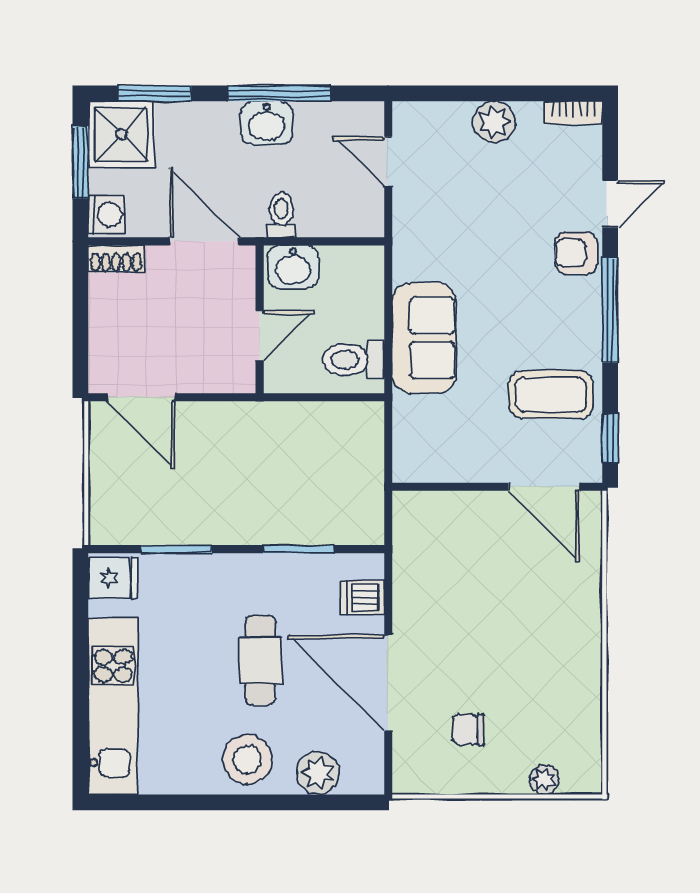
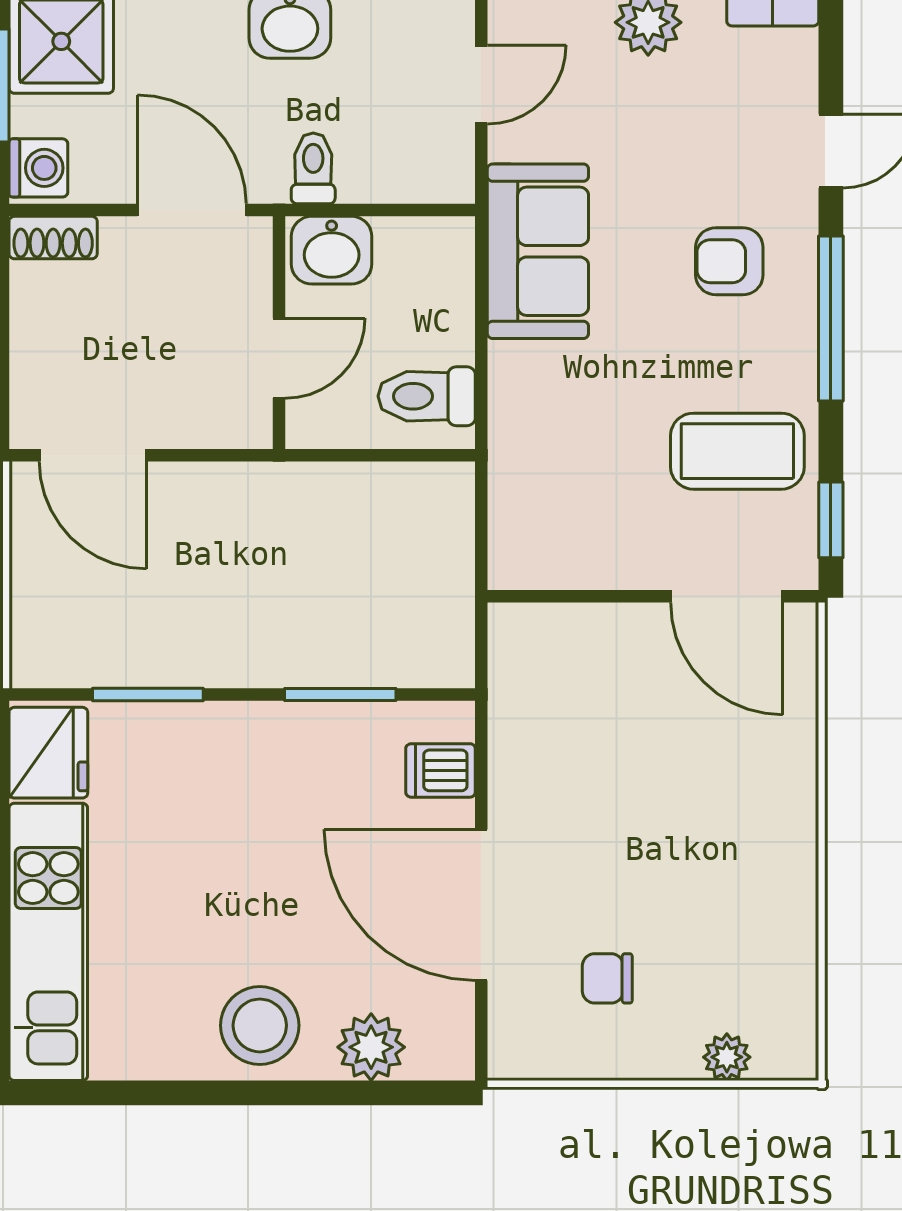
door: (388, 162) -> (481, 85), swing flipped
armchair: (576, 253) -> (729, 261), moved
sofa: (424, 338) -> (538, 251), moved
fridge: (113, 578) -> (48, 753), width x1.38
cafe table: (261, 660) -> (280, 870), removed

